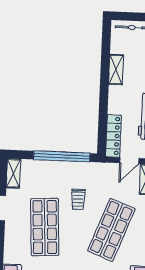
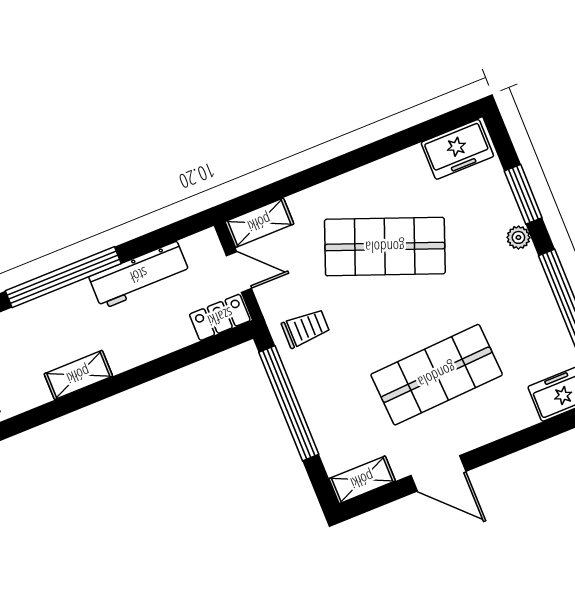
locker: (113, 136) -> (220, 317), width x0.66
trolley: (78, 199) -> (306, 328), moved

